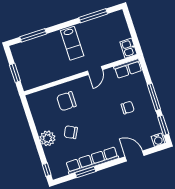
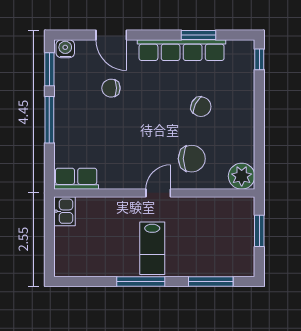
window: (93, 16) -> (141, 281), moved
lab bench: (72, 43) -> (152, 248), turned 180
door: (95, 70) -> (158, 193), moved
chair: (128, 108) -> (111, 88), moved
plant: (47, 138) -> (242, 176), moved

